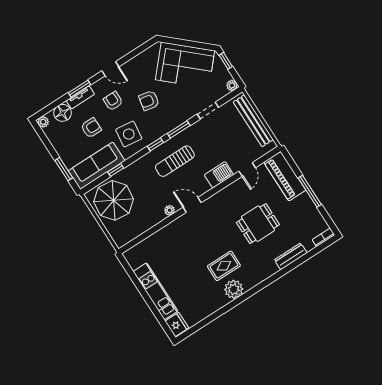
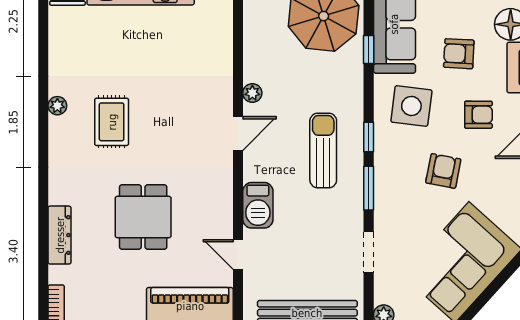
armchair: (91, 128) -> (459, 54), turned 93
plant: (234, 289) -> (57, 106), width x0.53, depth x0.53

